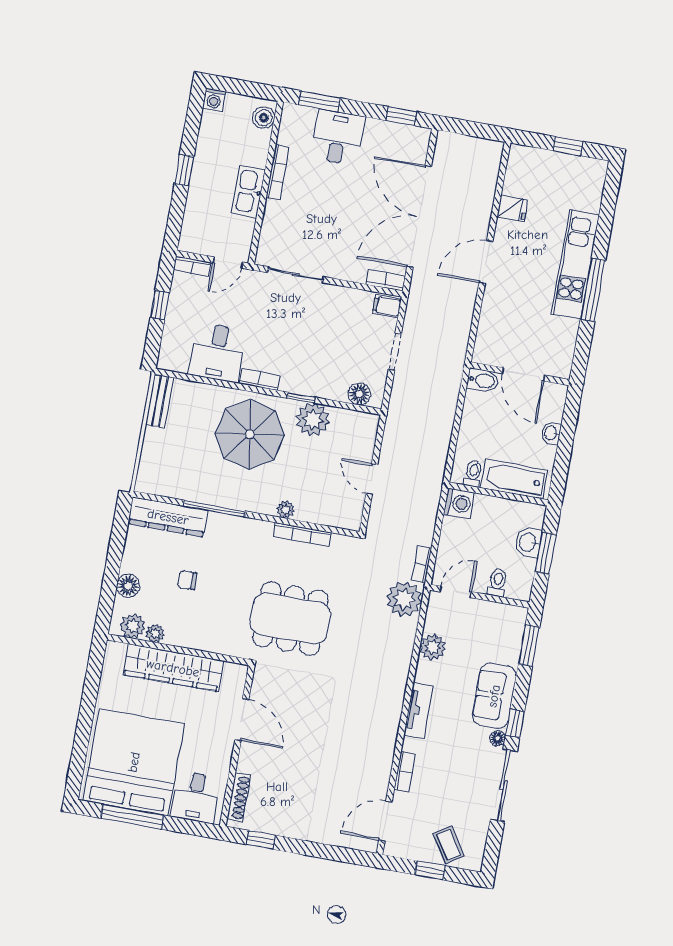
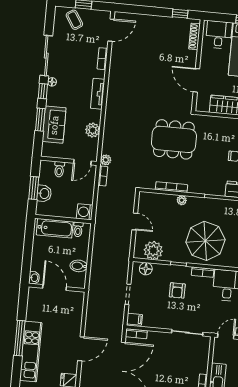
armchair: (307, 351) -> (177, 290), added
bidet: (483, 380) -> (79, 266), moved
plant: (313, 420) -> (153, 250), moved
washbasin: (551, 433) -> (34, 278), moved
plant: (404, 599) -> (106, 160), width x0.53, depth x0.53
window: (529, 646) -> (40, 120), moved
sofa: (494, 696) -> (54, 125), moved

